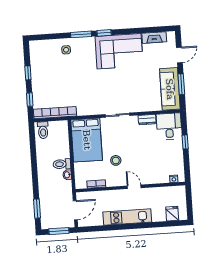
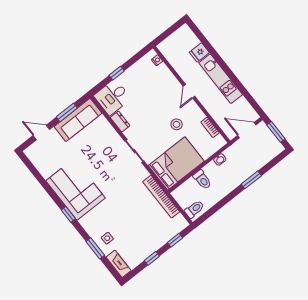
window: (81, 34) -> (95, 248), moved
fireplace: (154, 38) -> (119, 264), moved
bookcase: (55, 113) -> (161, 197), moved
toilet: (62, 164) -> (202, 180), moved
window: (37, 209) -> (251, 180), moved
fridge: (172, 214) -> (199, 52), moved

